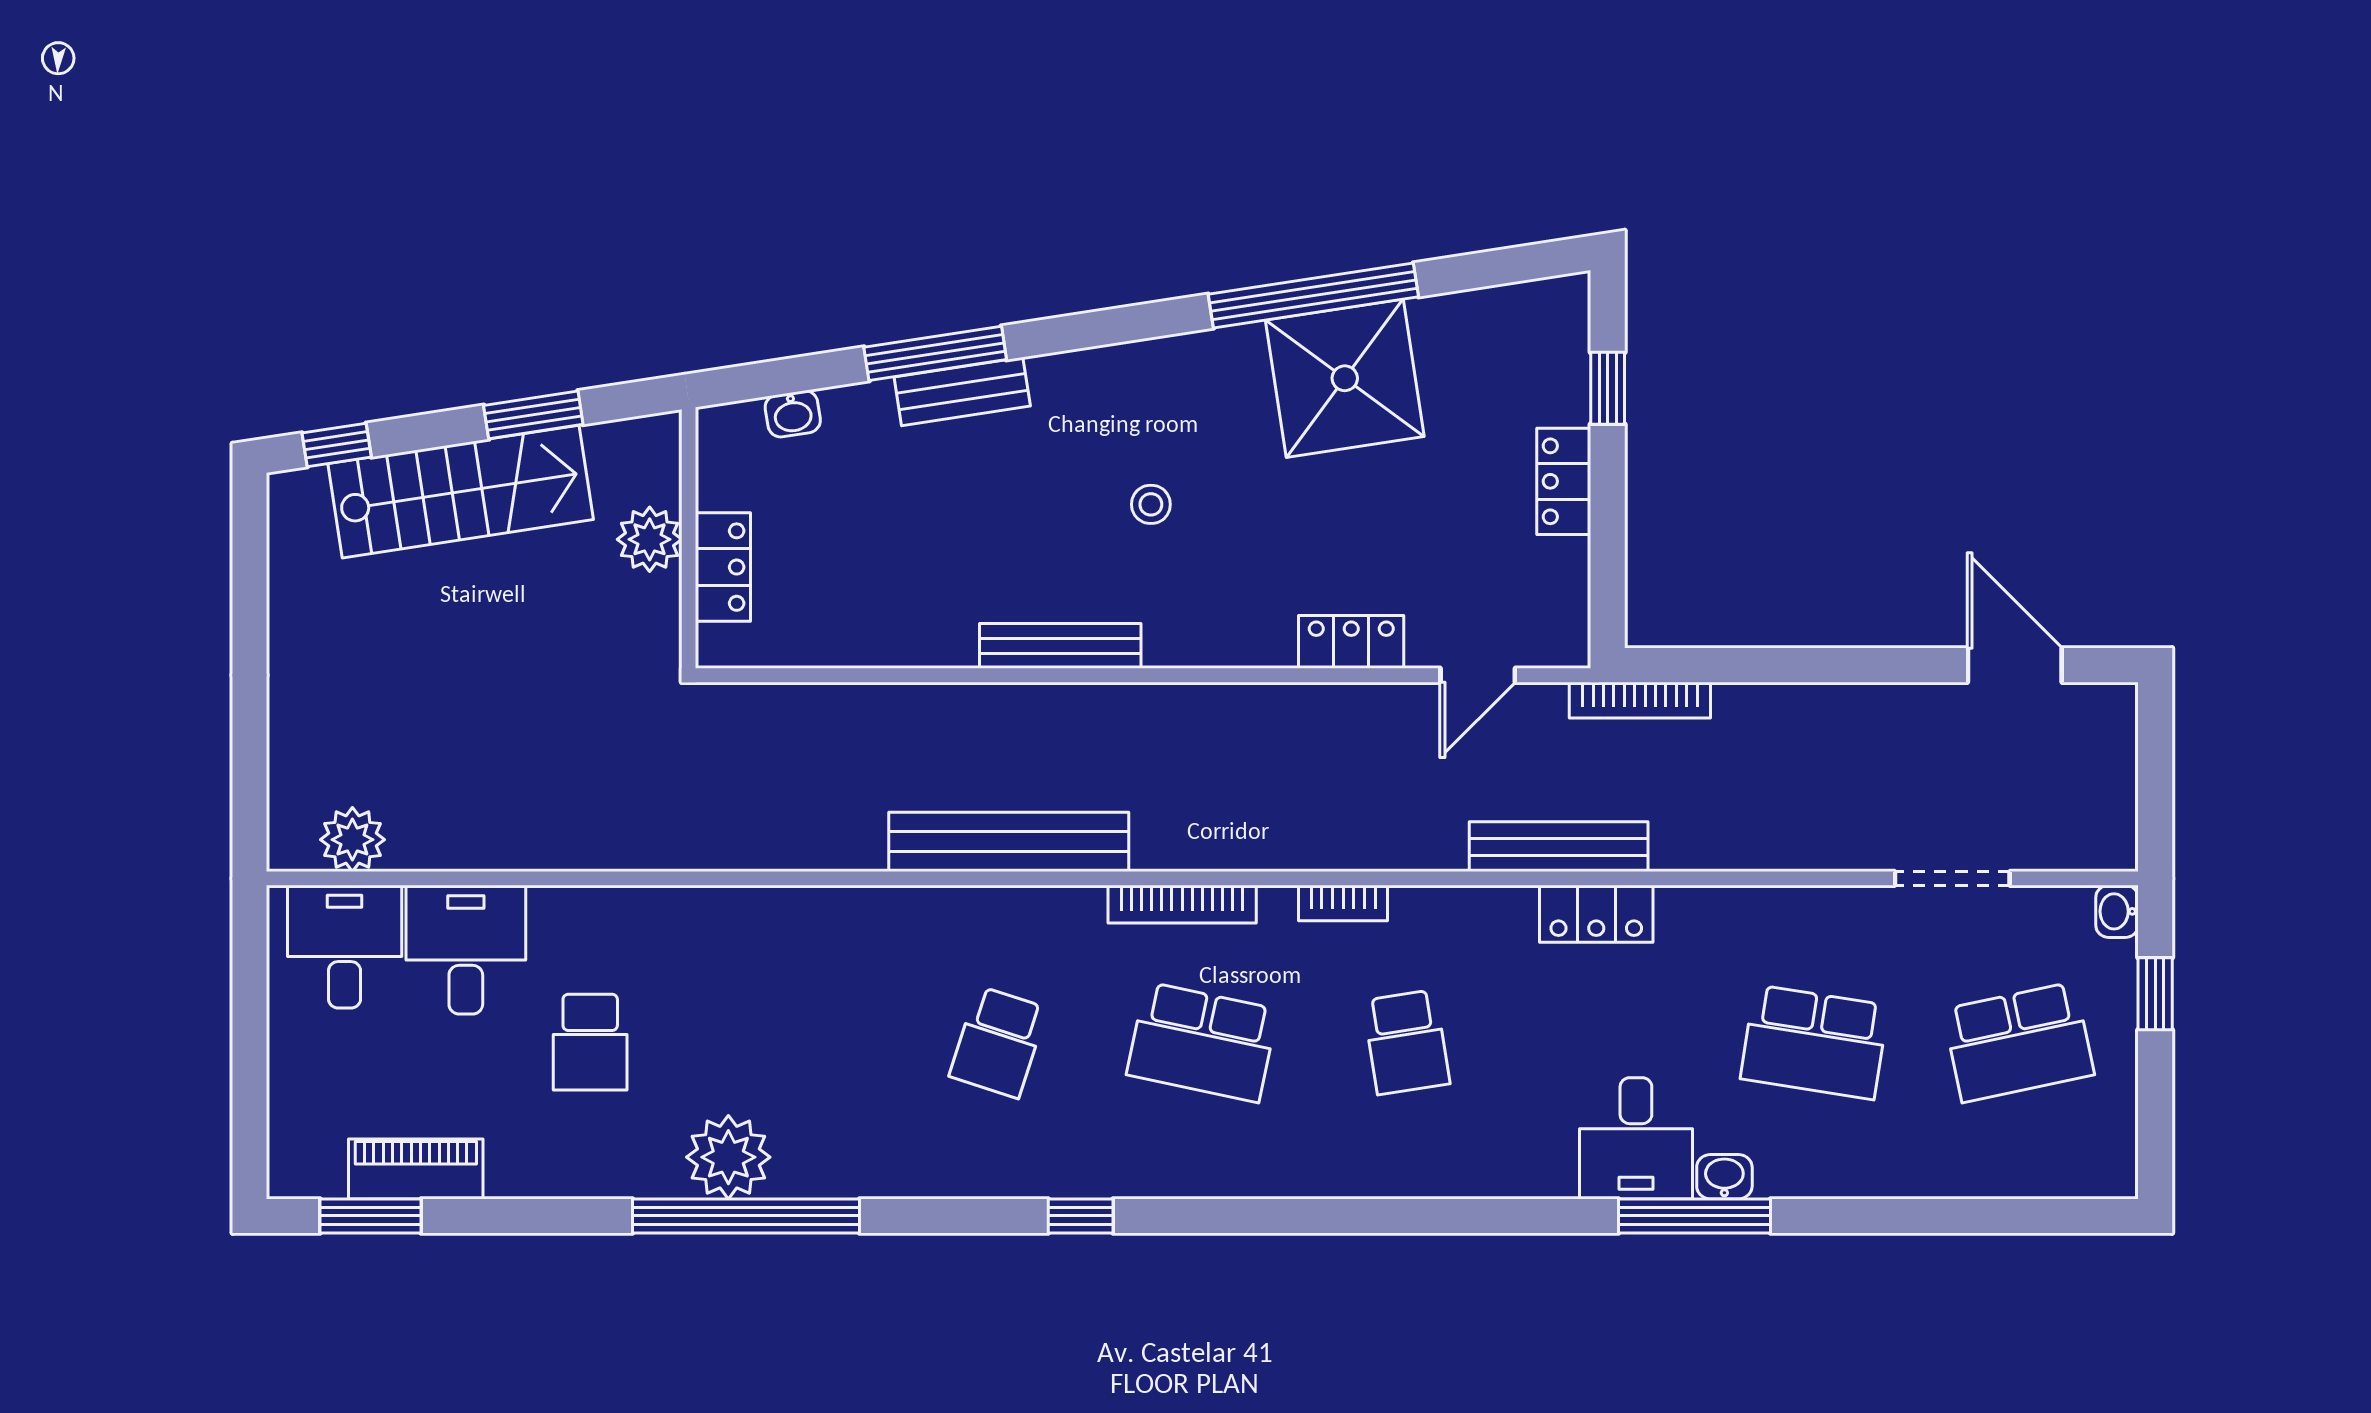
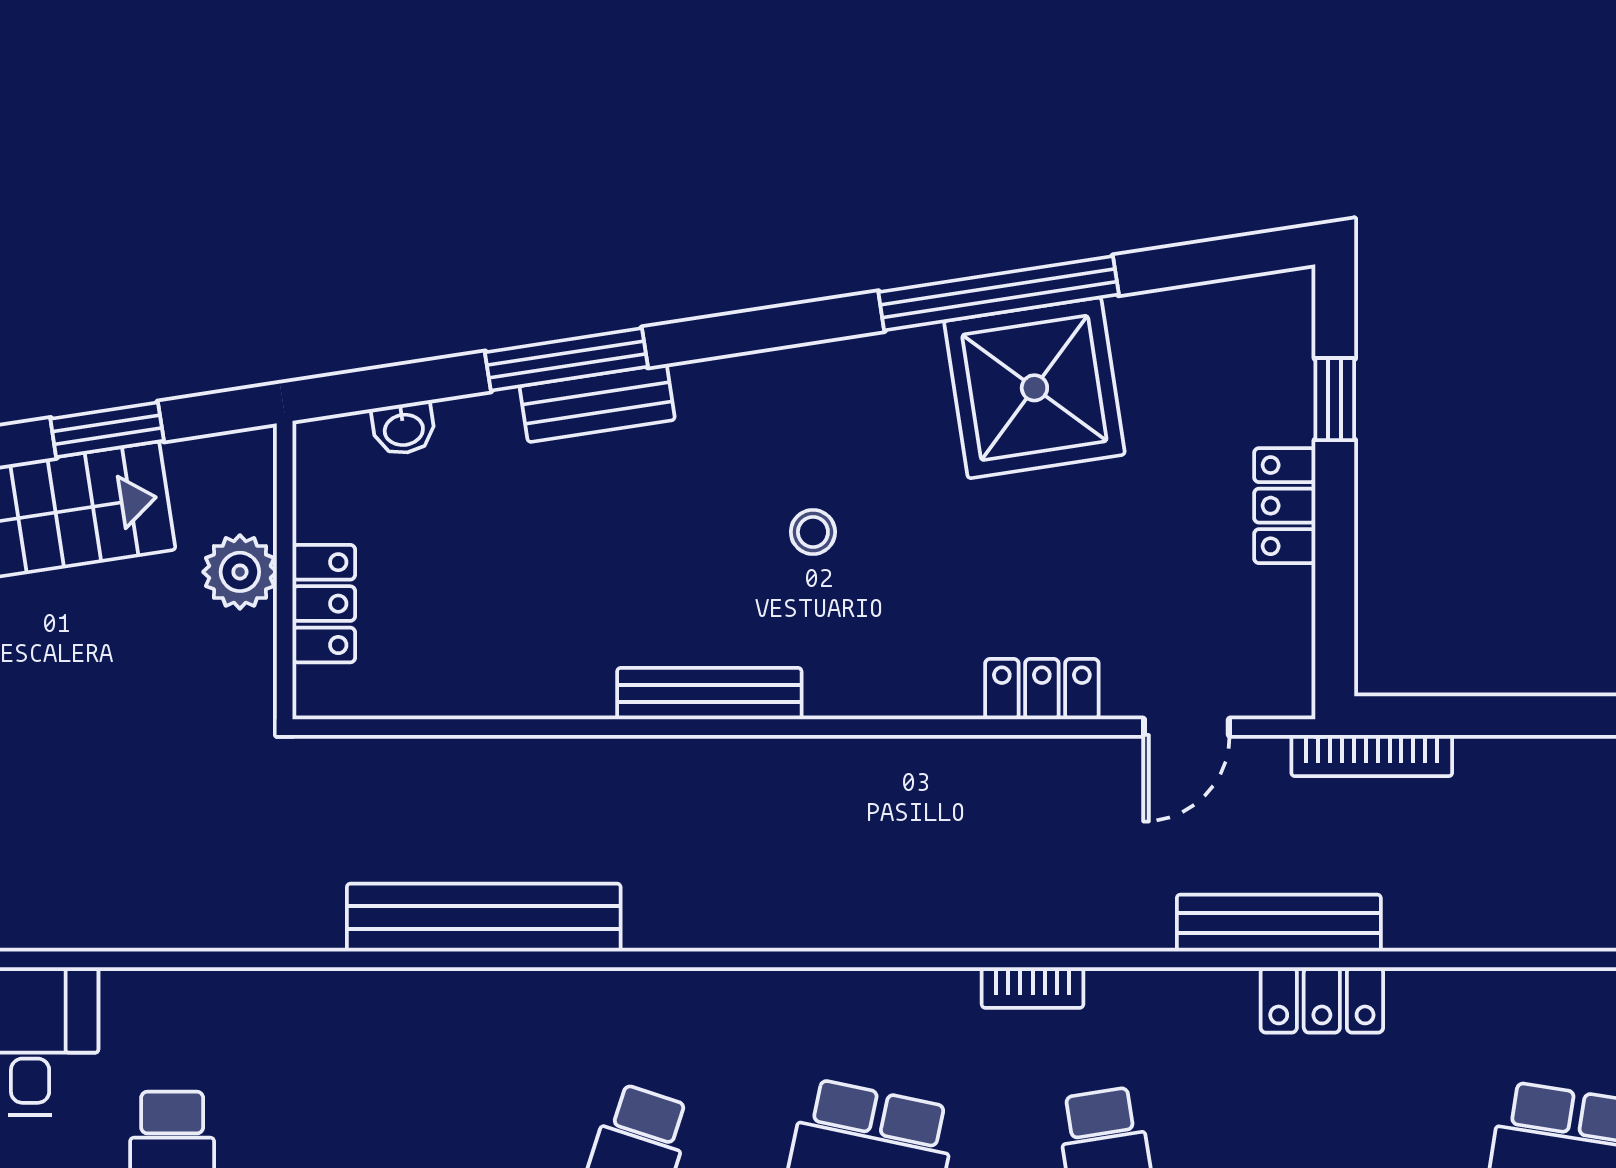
bench: (1009, 842) -> (484, 918), moved
bookcase: (1182, 904) -> (849, 989), removed

